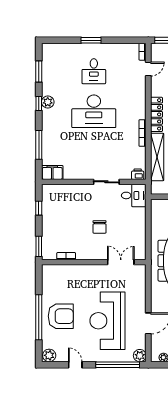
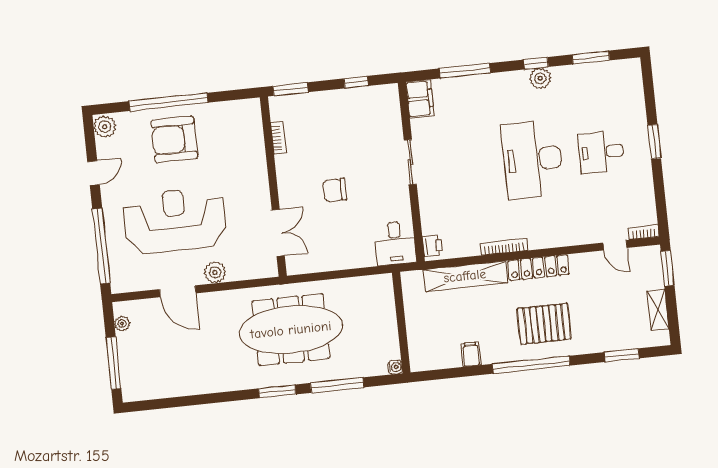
sliding door: (106, 182) -> (410, 162), moved
armchair: (61, 316) -> (174, 139), turned 90
plant: (140, 356) -> (215, 272), moved

